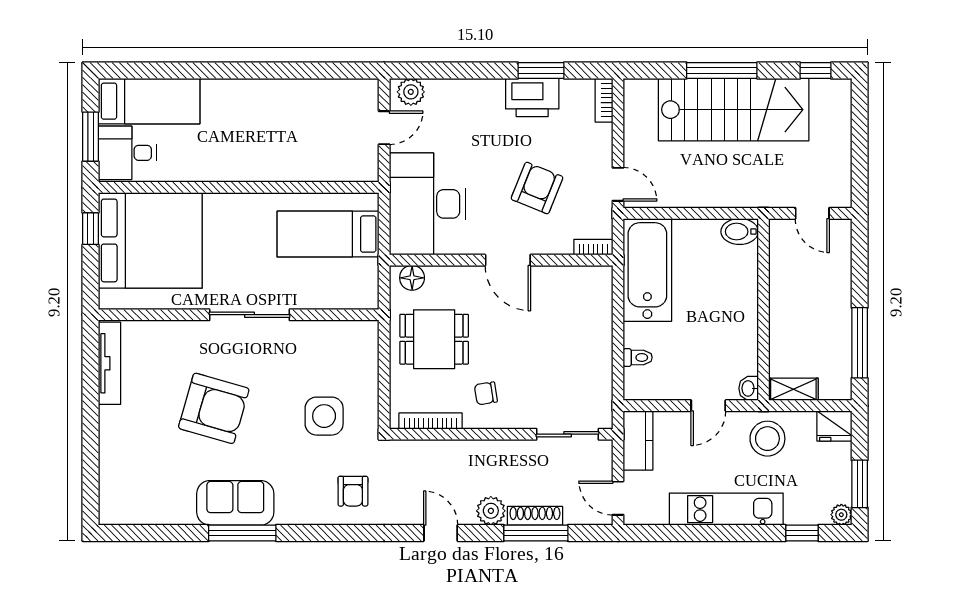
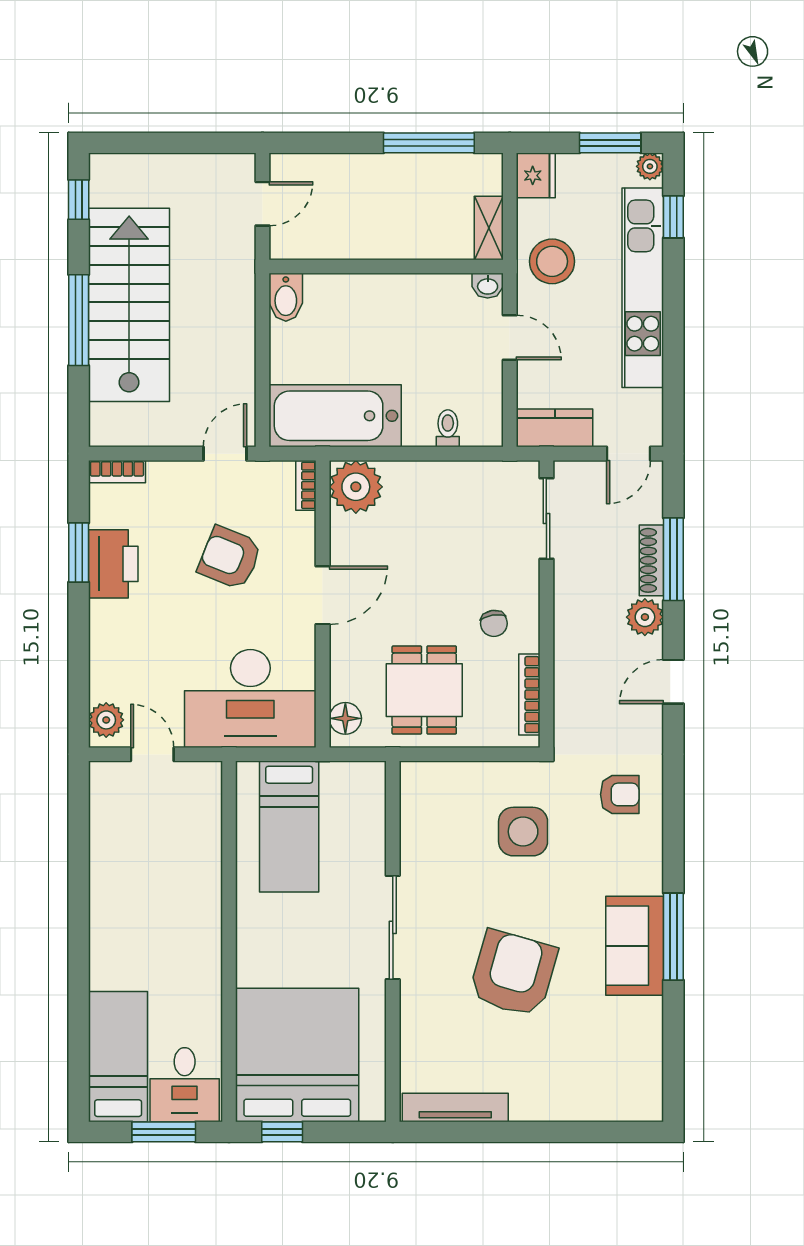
plant: (592, 286) -> (356, 487), added
kitchen unit: (726, 509) -> (643, 288), width x1.36

